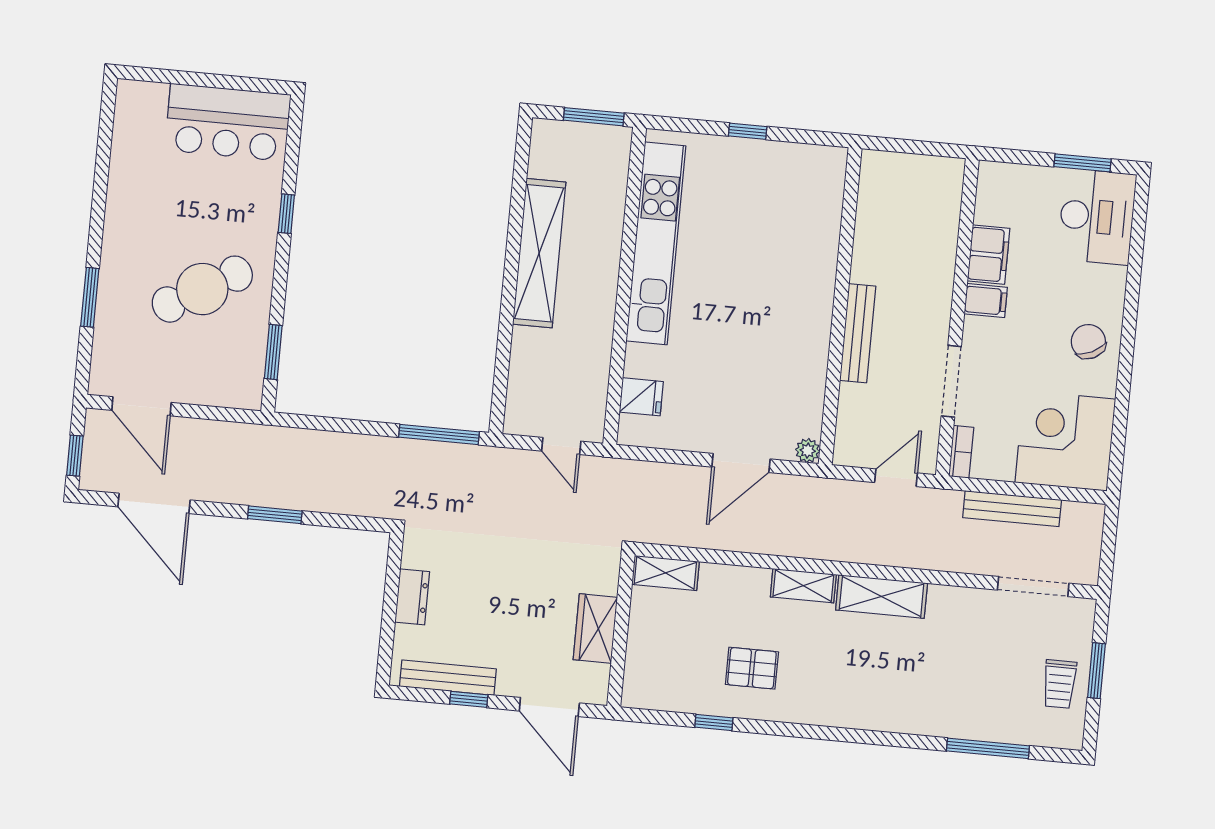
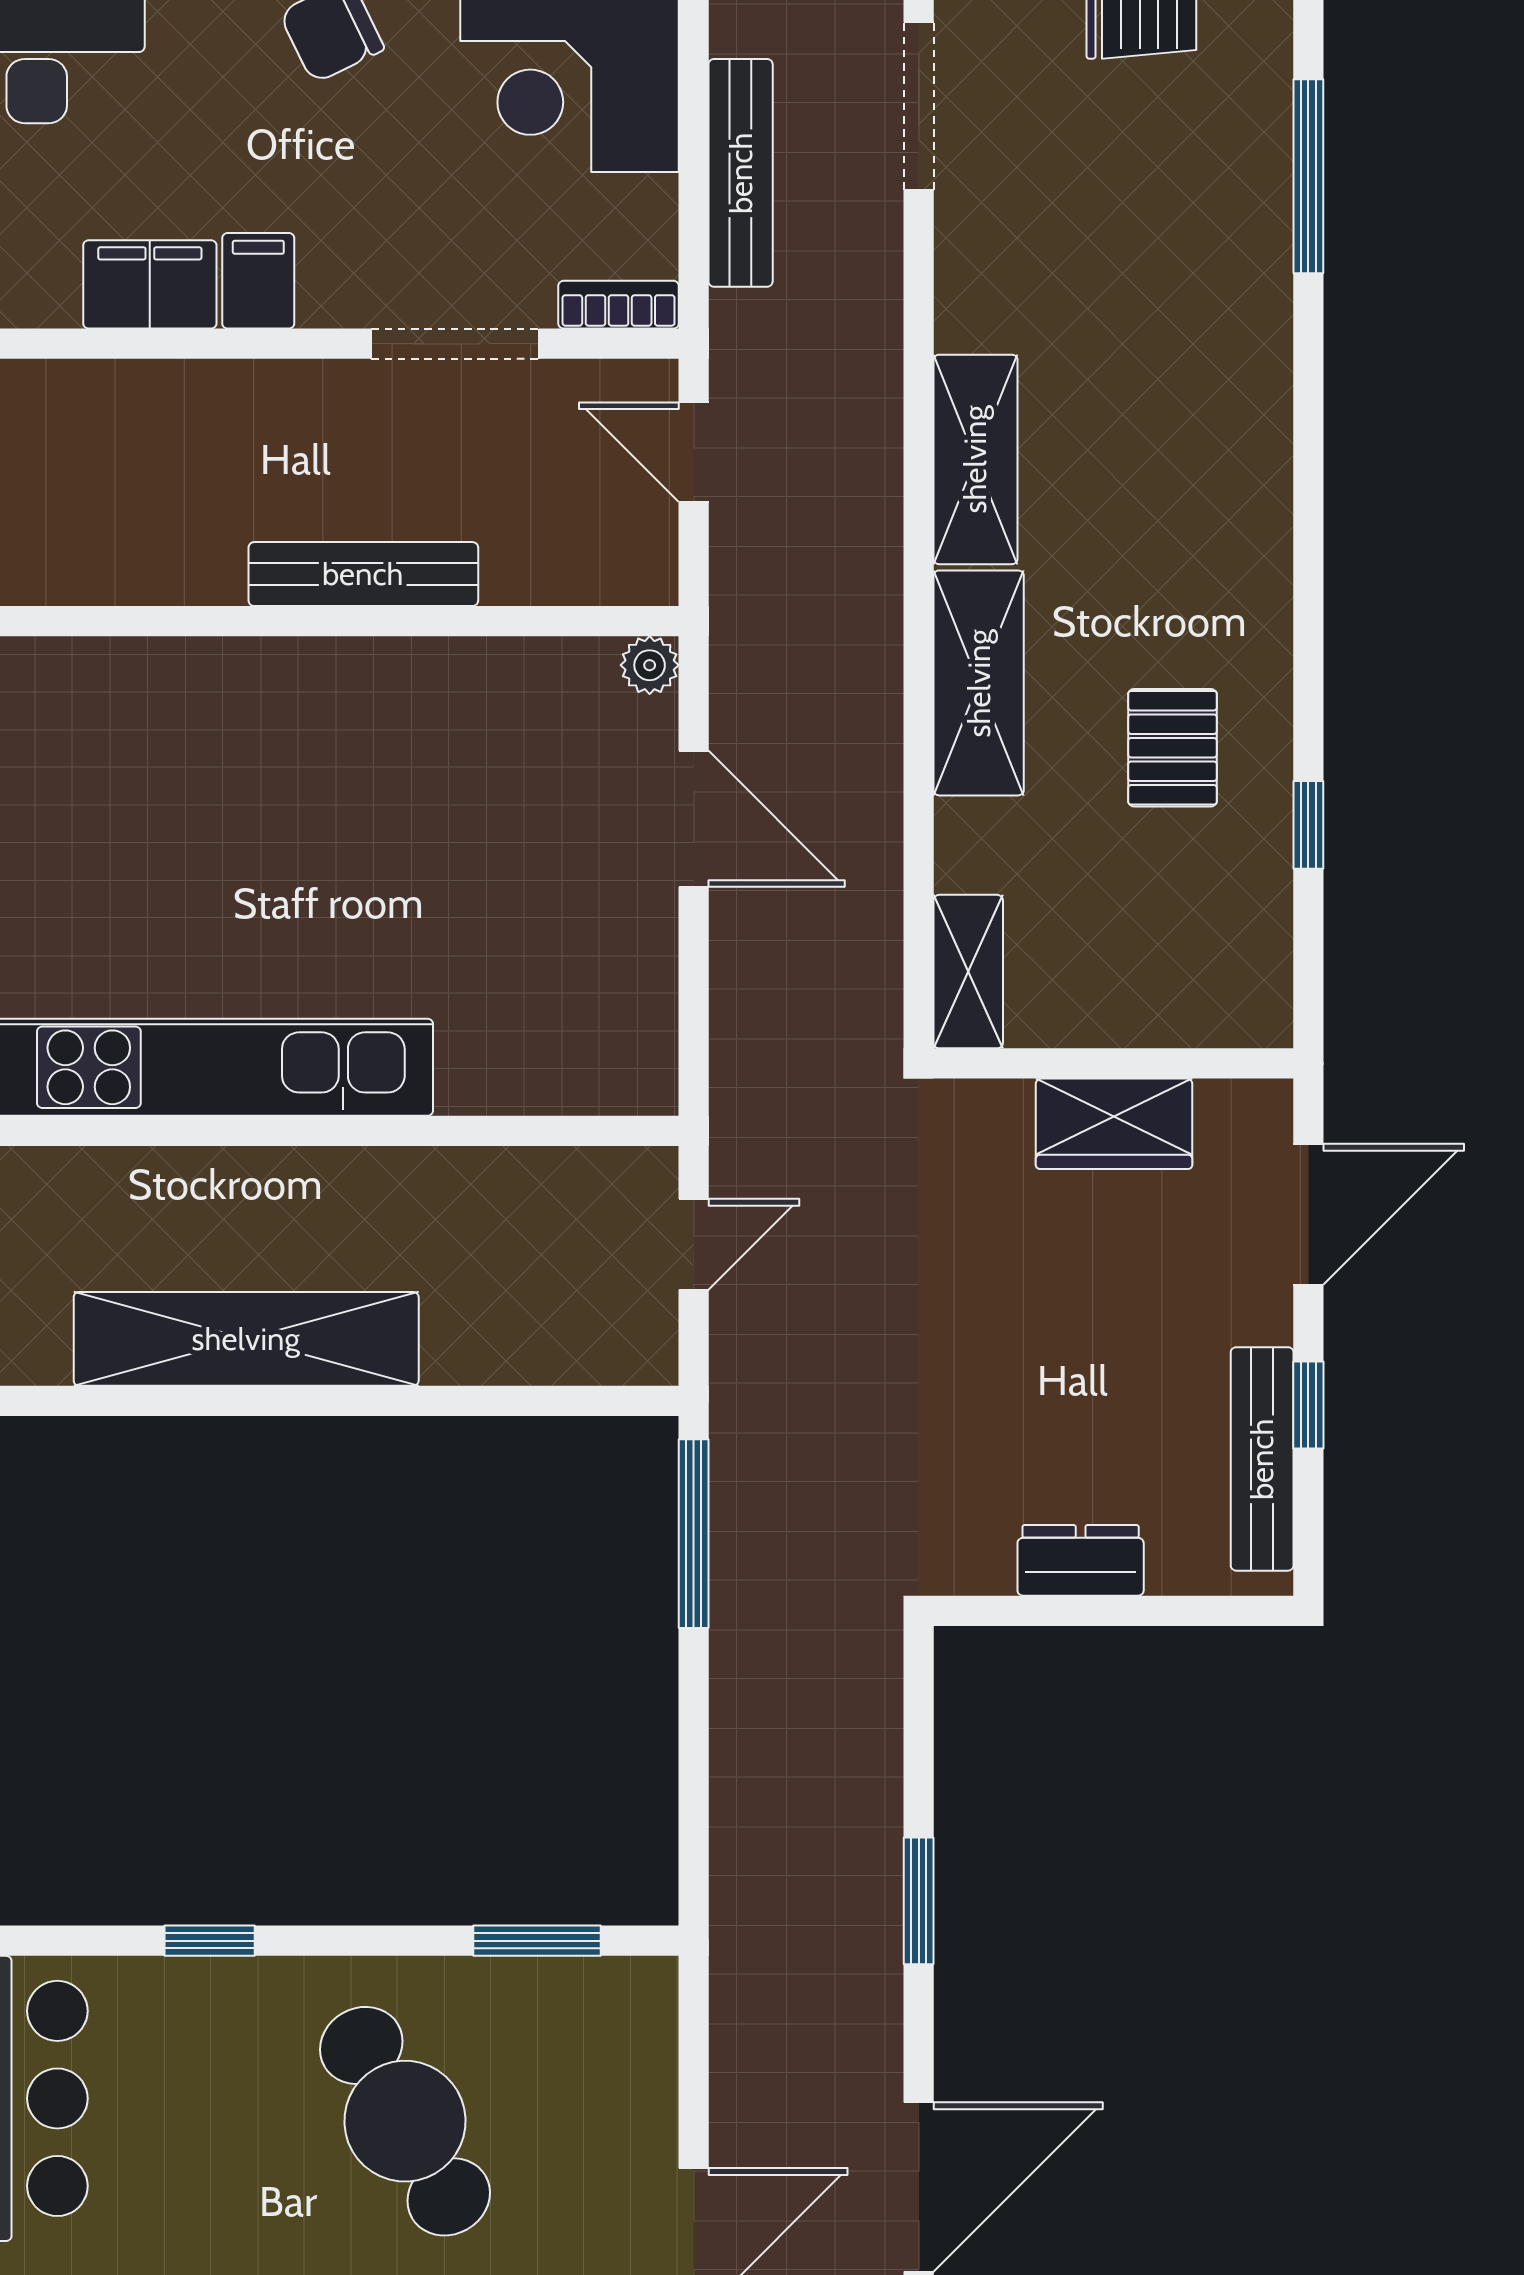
fridge: (641, 397) -> (560, 1068), removed
shelving: (803, 586) -> (979, 683), width x1.50, depth x1.33

